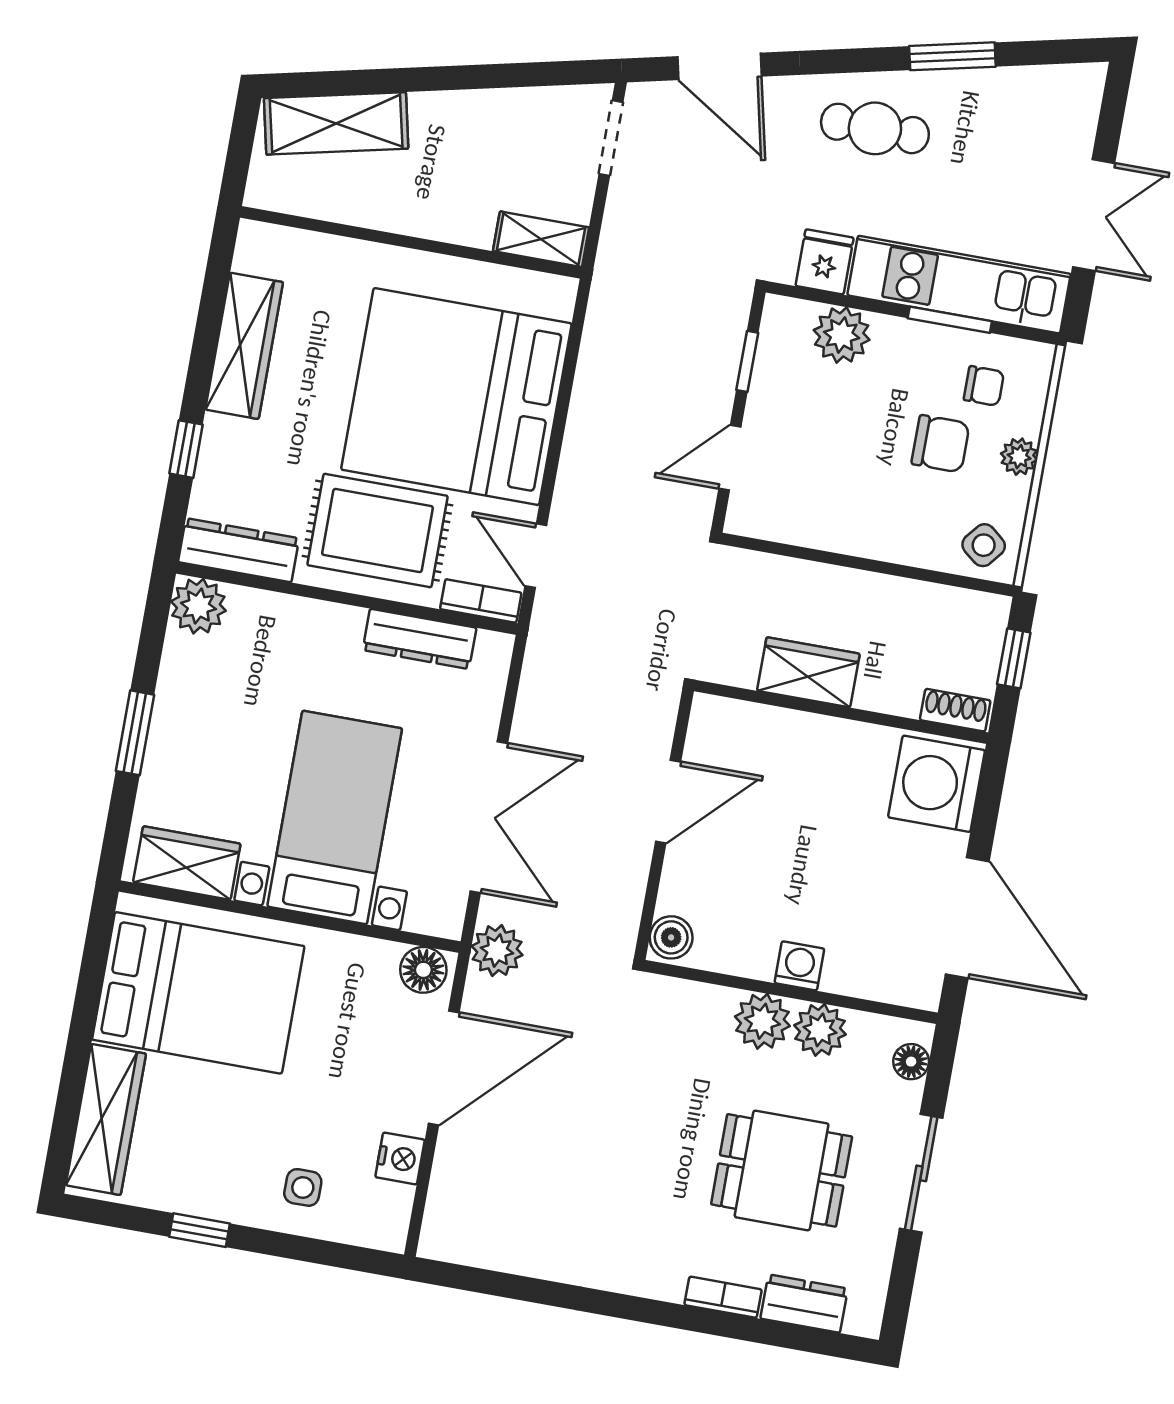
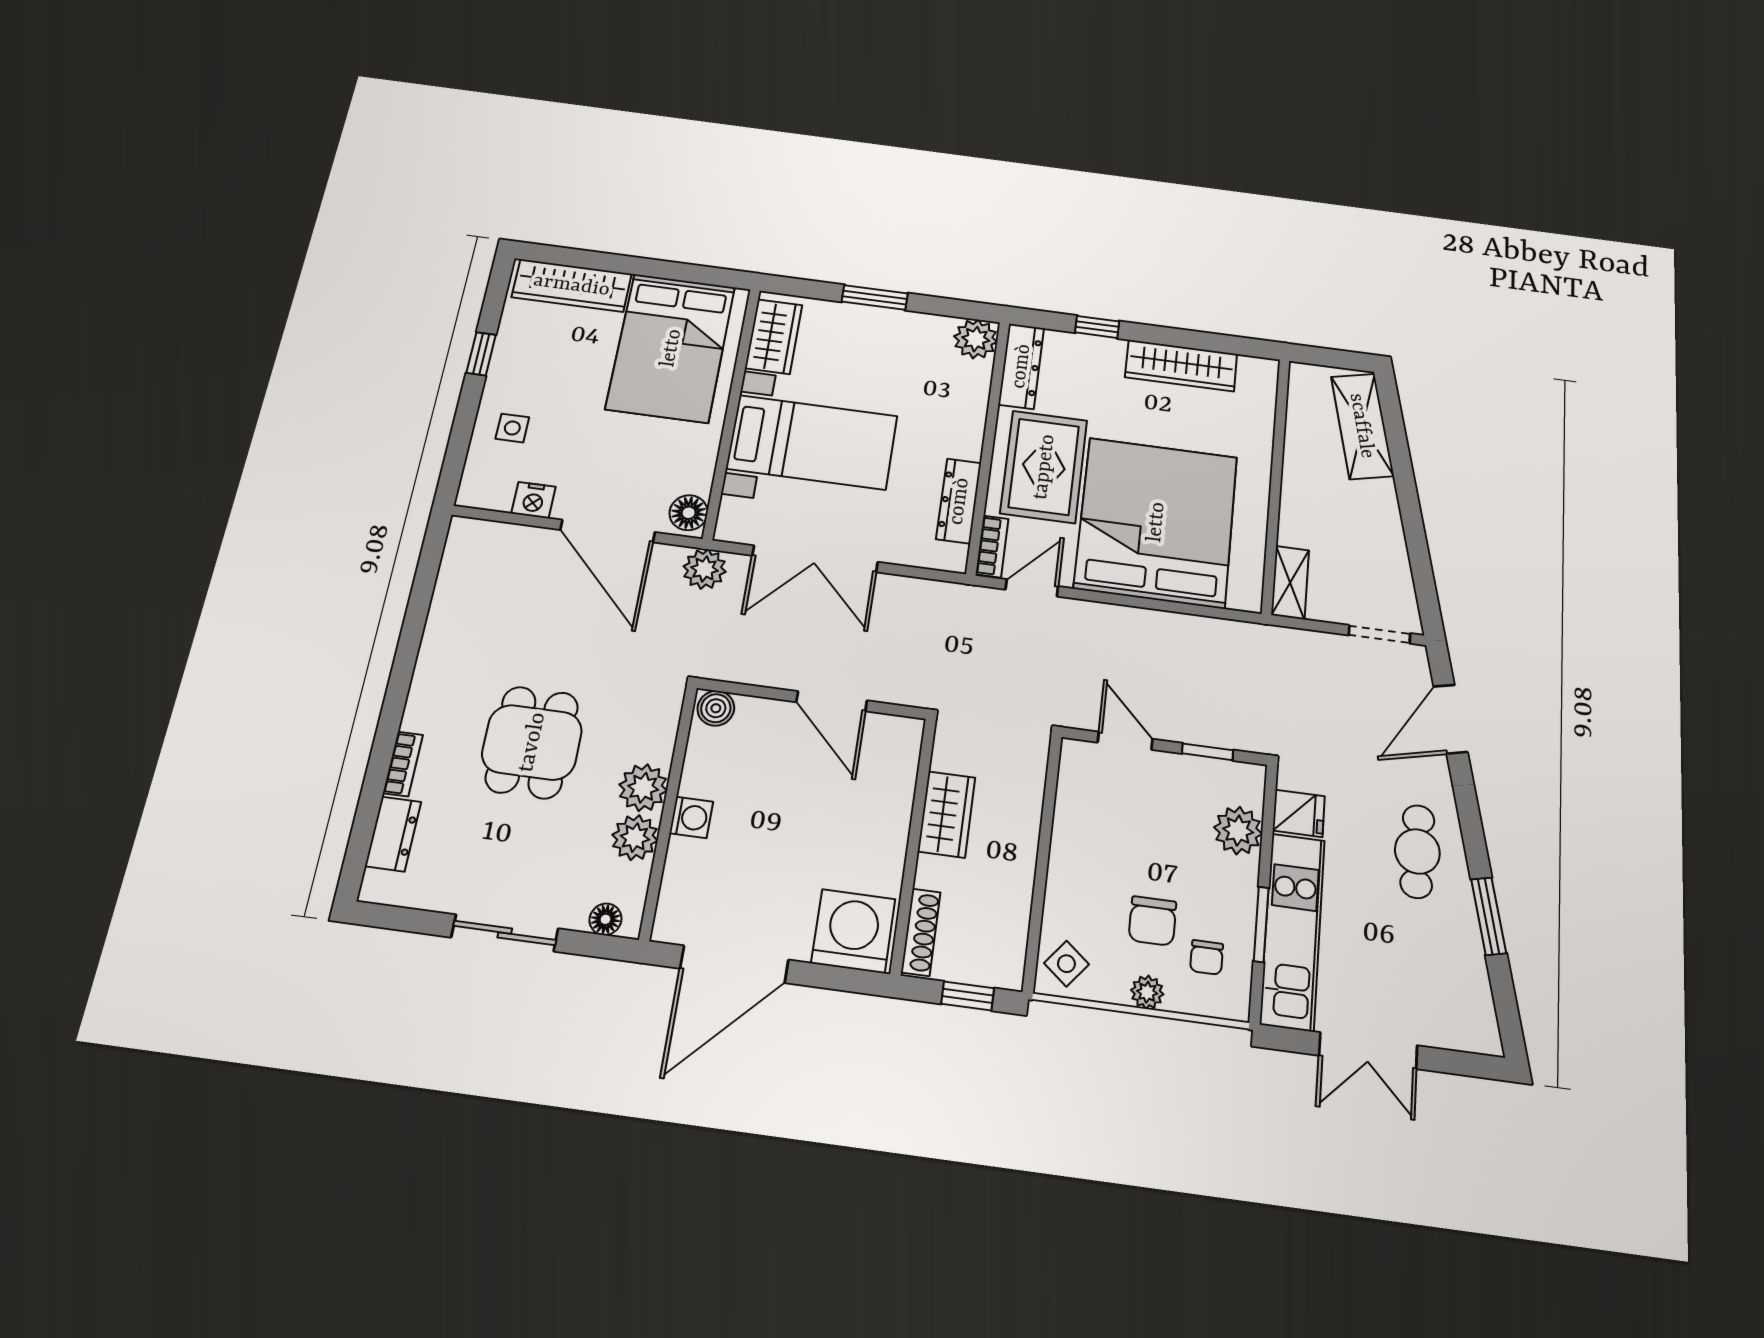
shoe rack: (955, 710) -> (921, 932), width x1.43
dining table: (782, 1170) -> (532, 742), moved

